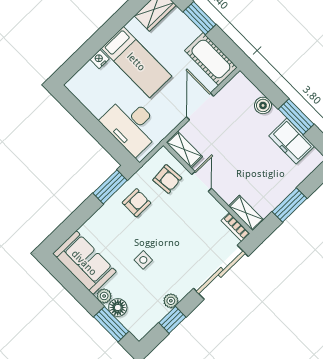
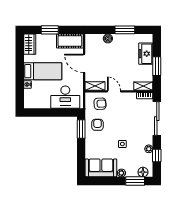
freezer: (292, 141) -> (146, 54), moved, turned 90
floor lamp: (118, 308) -> (143, 172), moved

